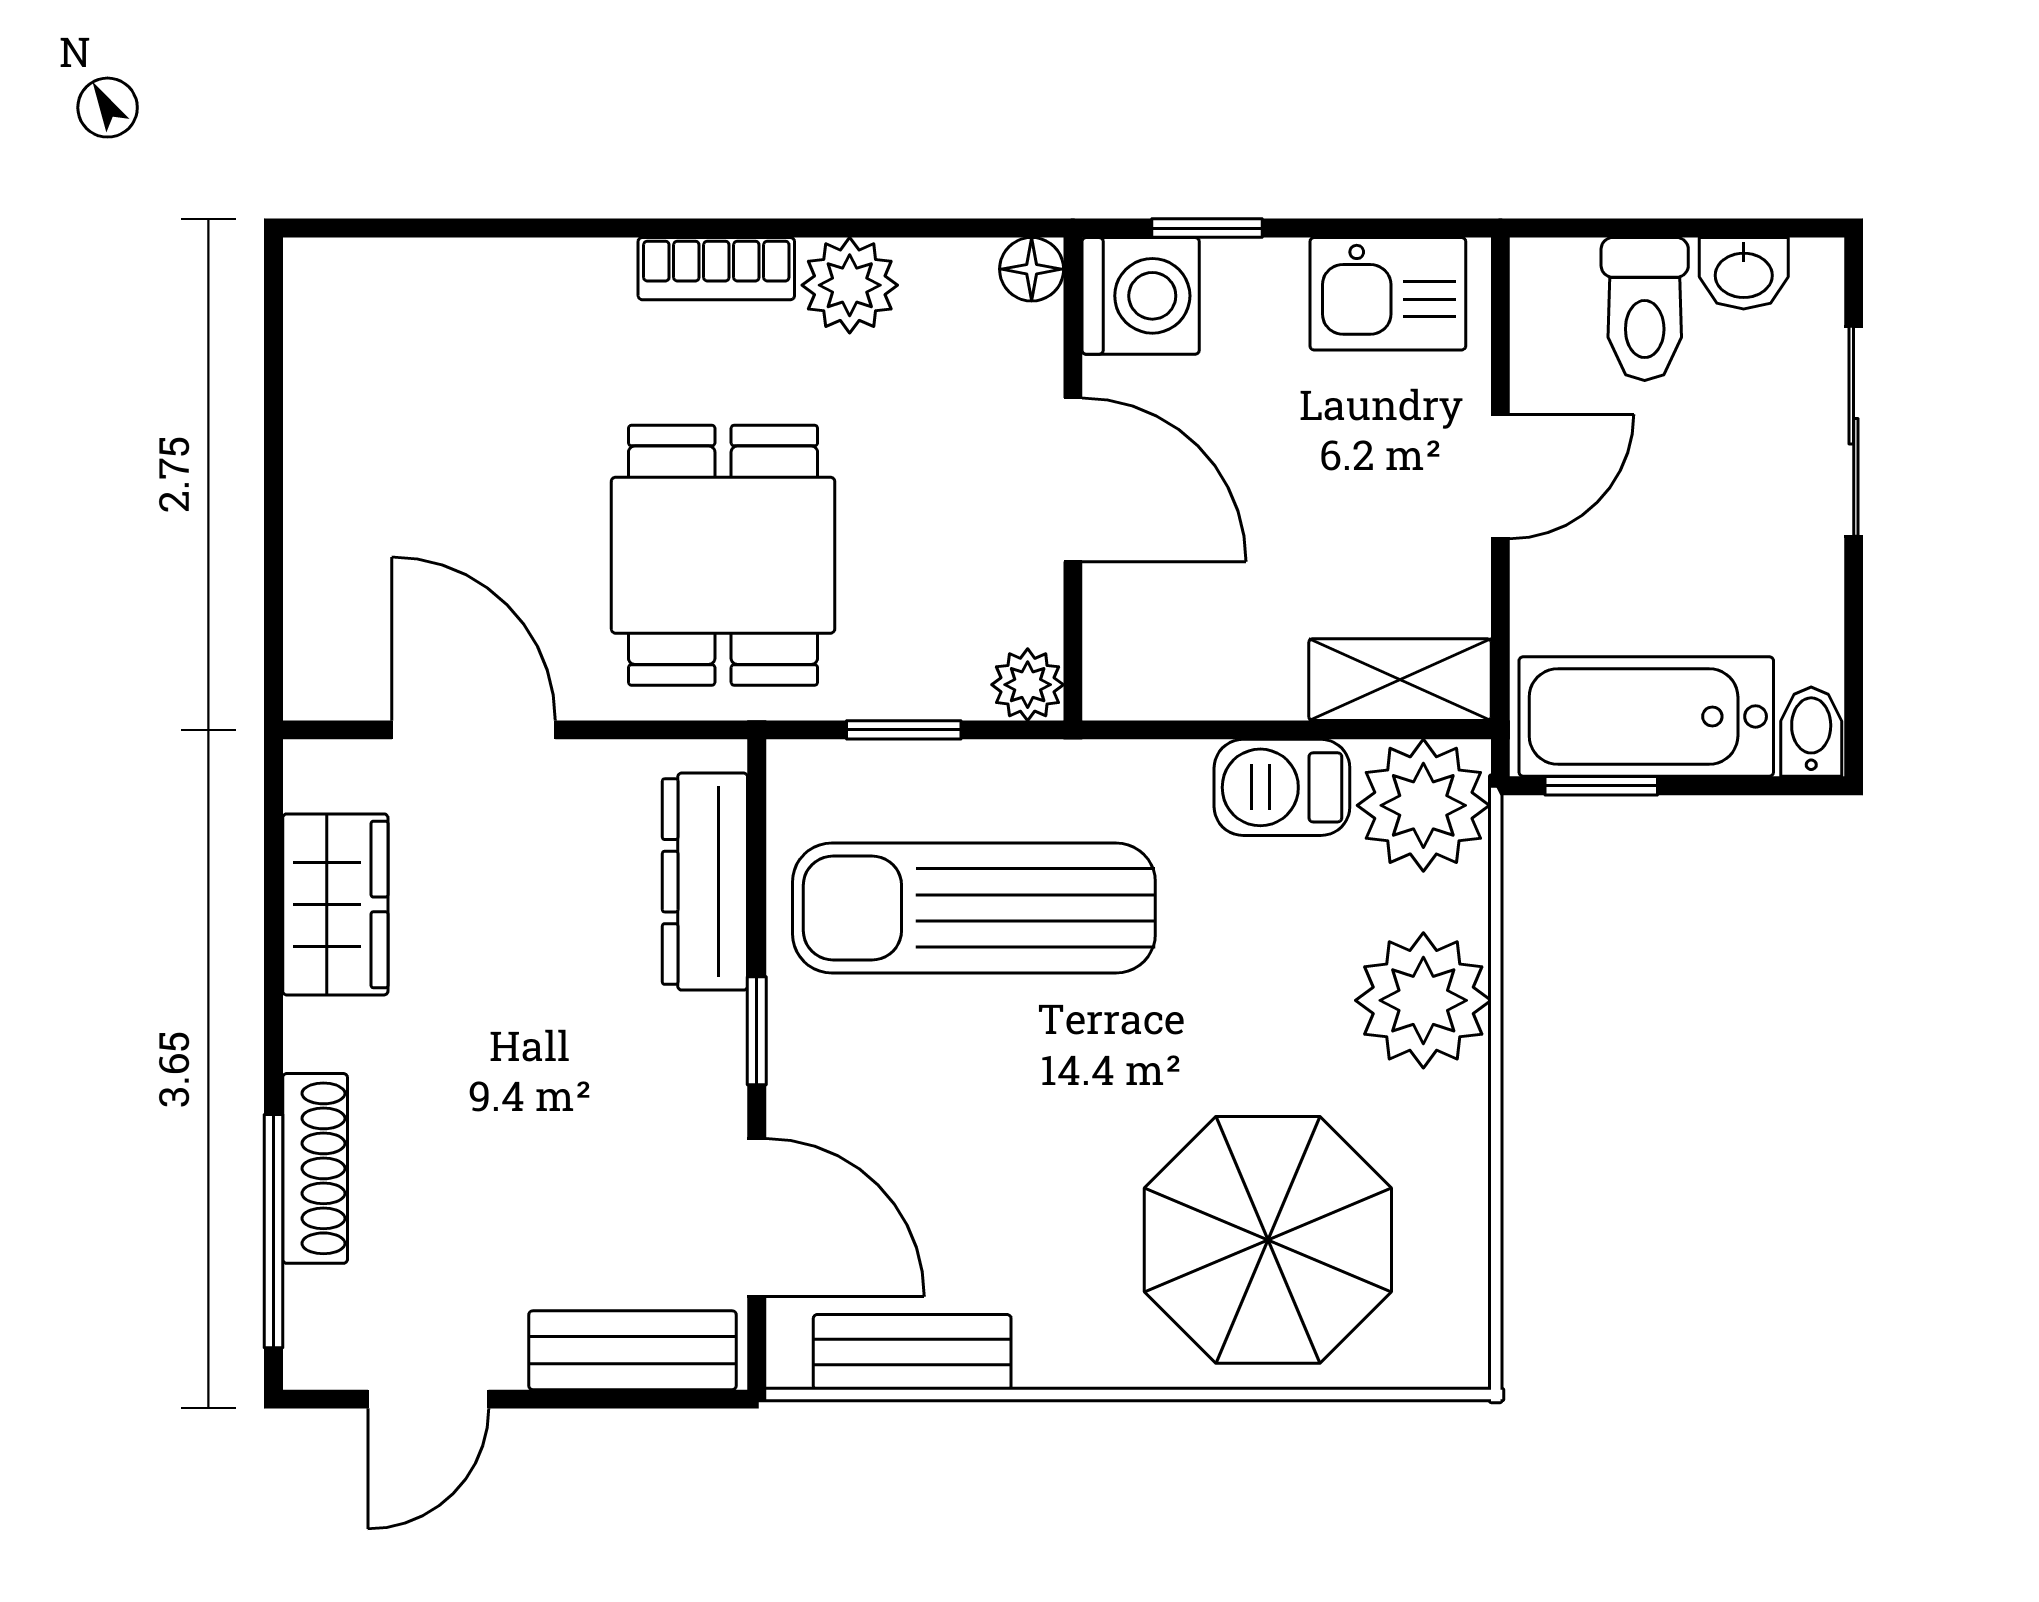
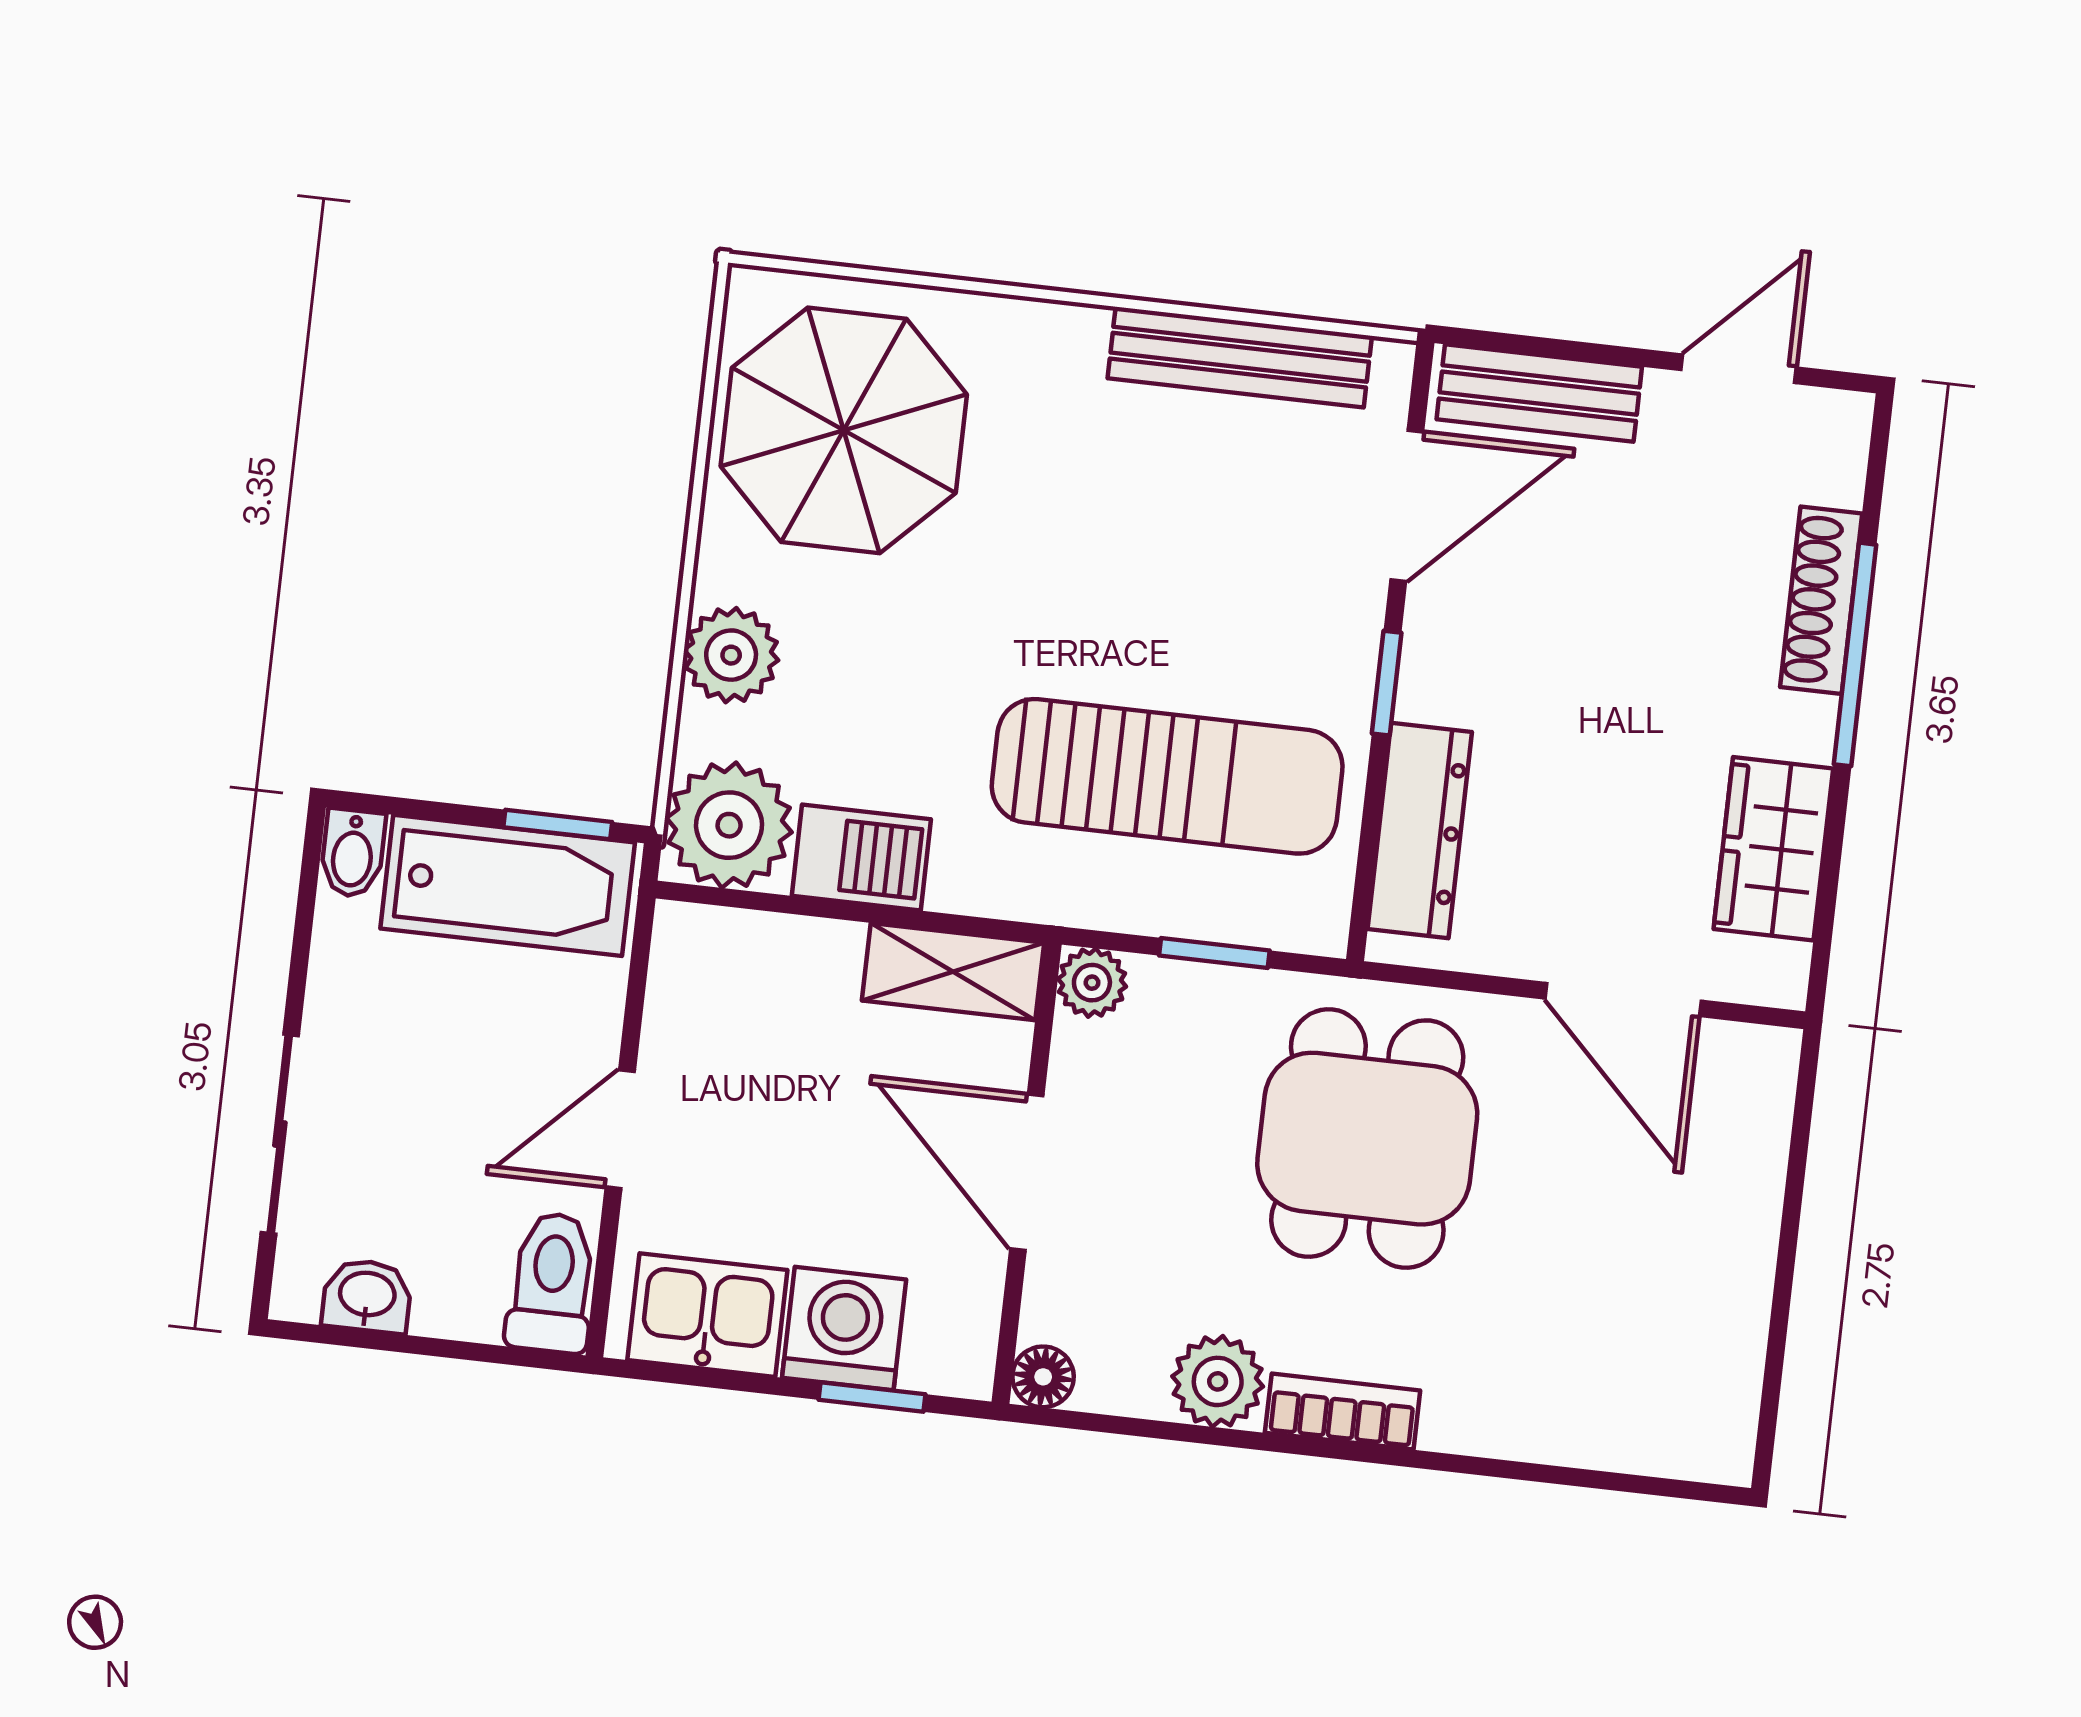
washing machine: (1141, 296) -> (844, 1329), moved, turned 90
toilet: (1645, 309) -> (552, 1283), moved
shelving: (1400, 680) -> (953, 972), moved
plant: (1423, 1000) -> (731, 655), width x0.73, depth x0.73
door: (757, 1217) -> (1407, 506), swing flipped
window: (273, 1231) -> (1855, 654), moved
parasol: (1268, 1240) -> (844, 430), moved
bench: (912, 1352) -> (1240, 357), width x1.36

